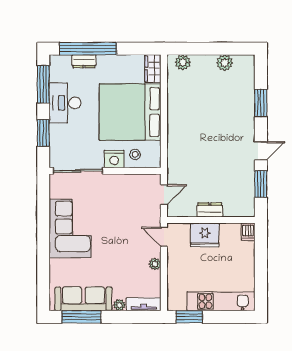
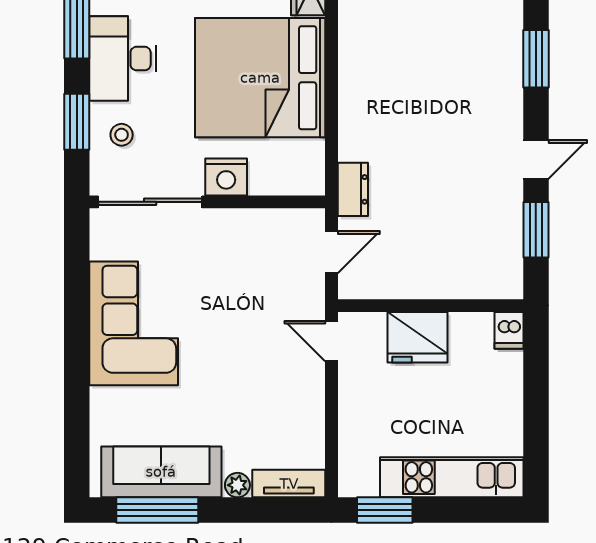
stool: (135, 154) -> (122, 135), moved
dresser: (210, 210) -> (353, 189), moved, turned 90
plant: (155, 264) -> (313, 399), removed

